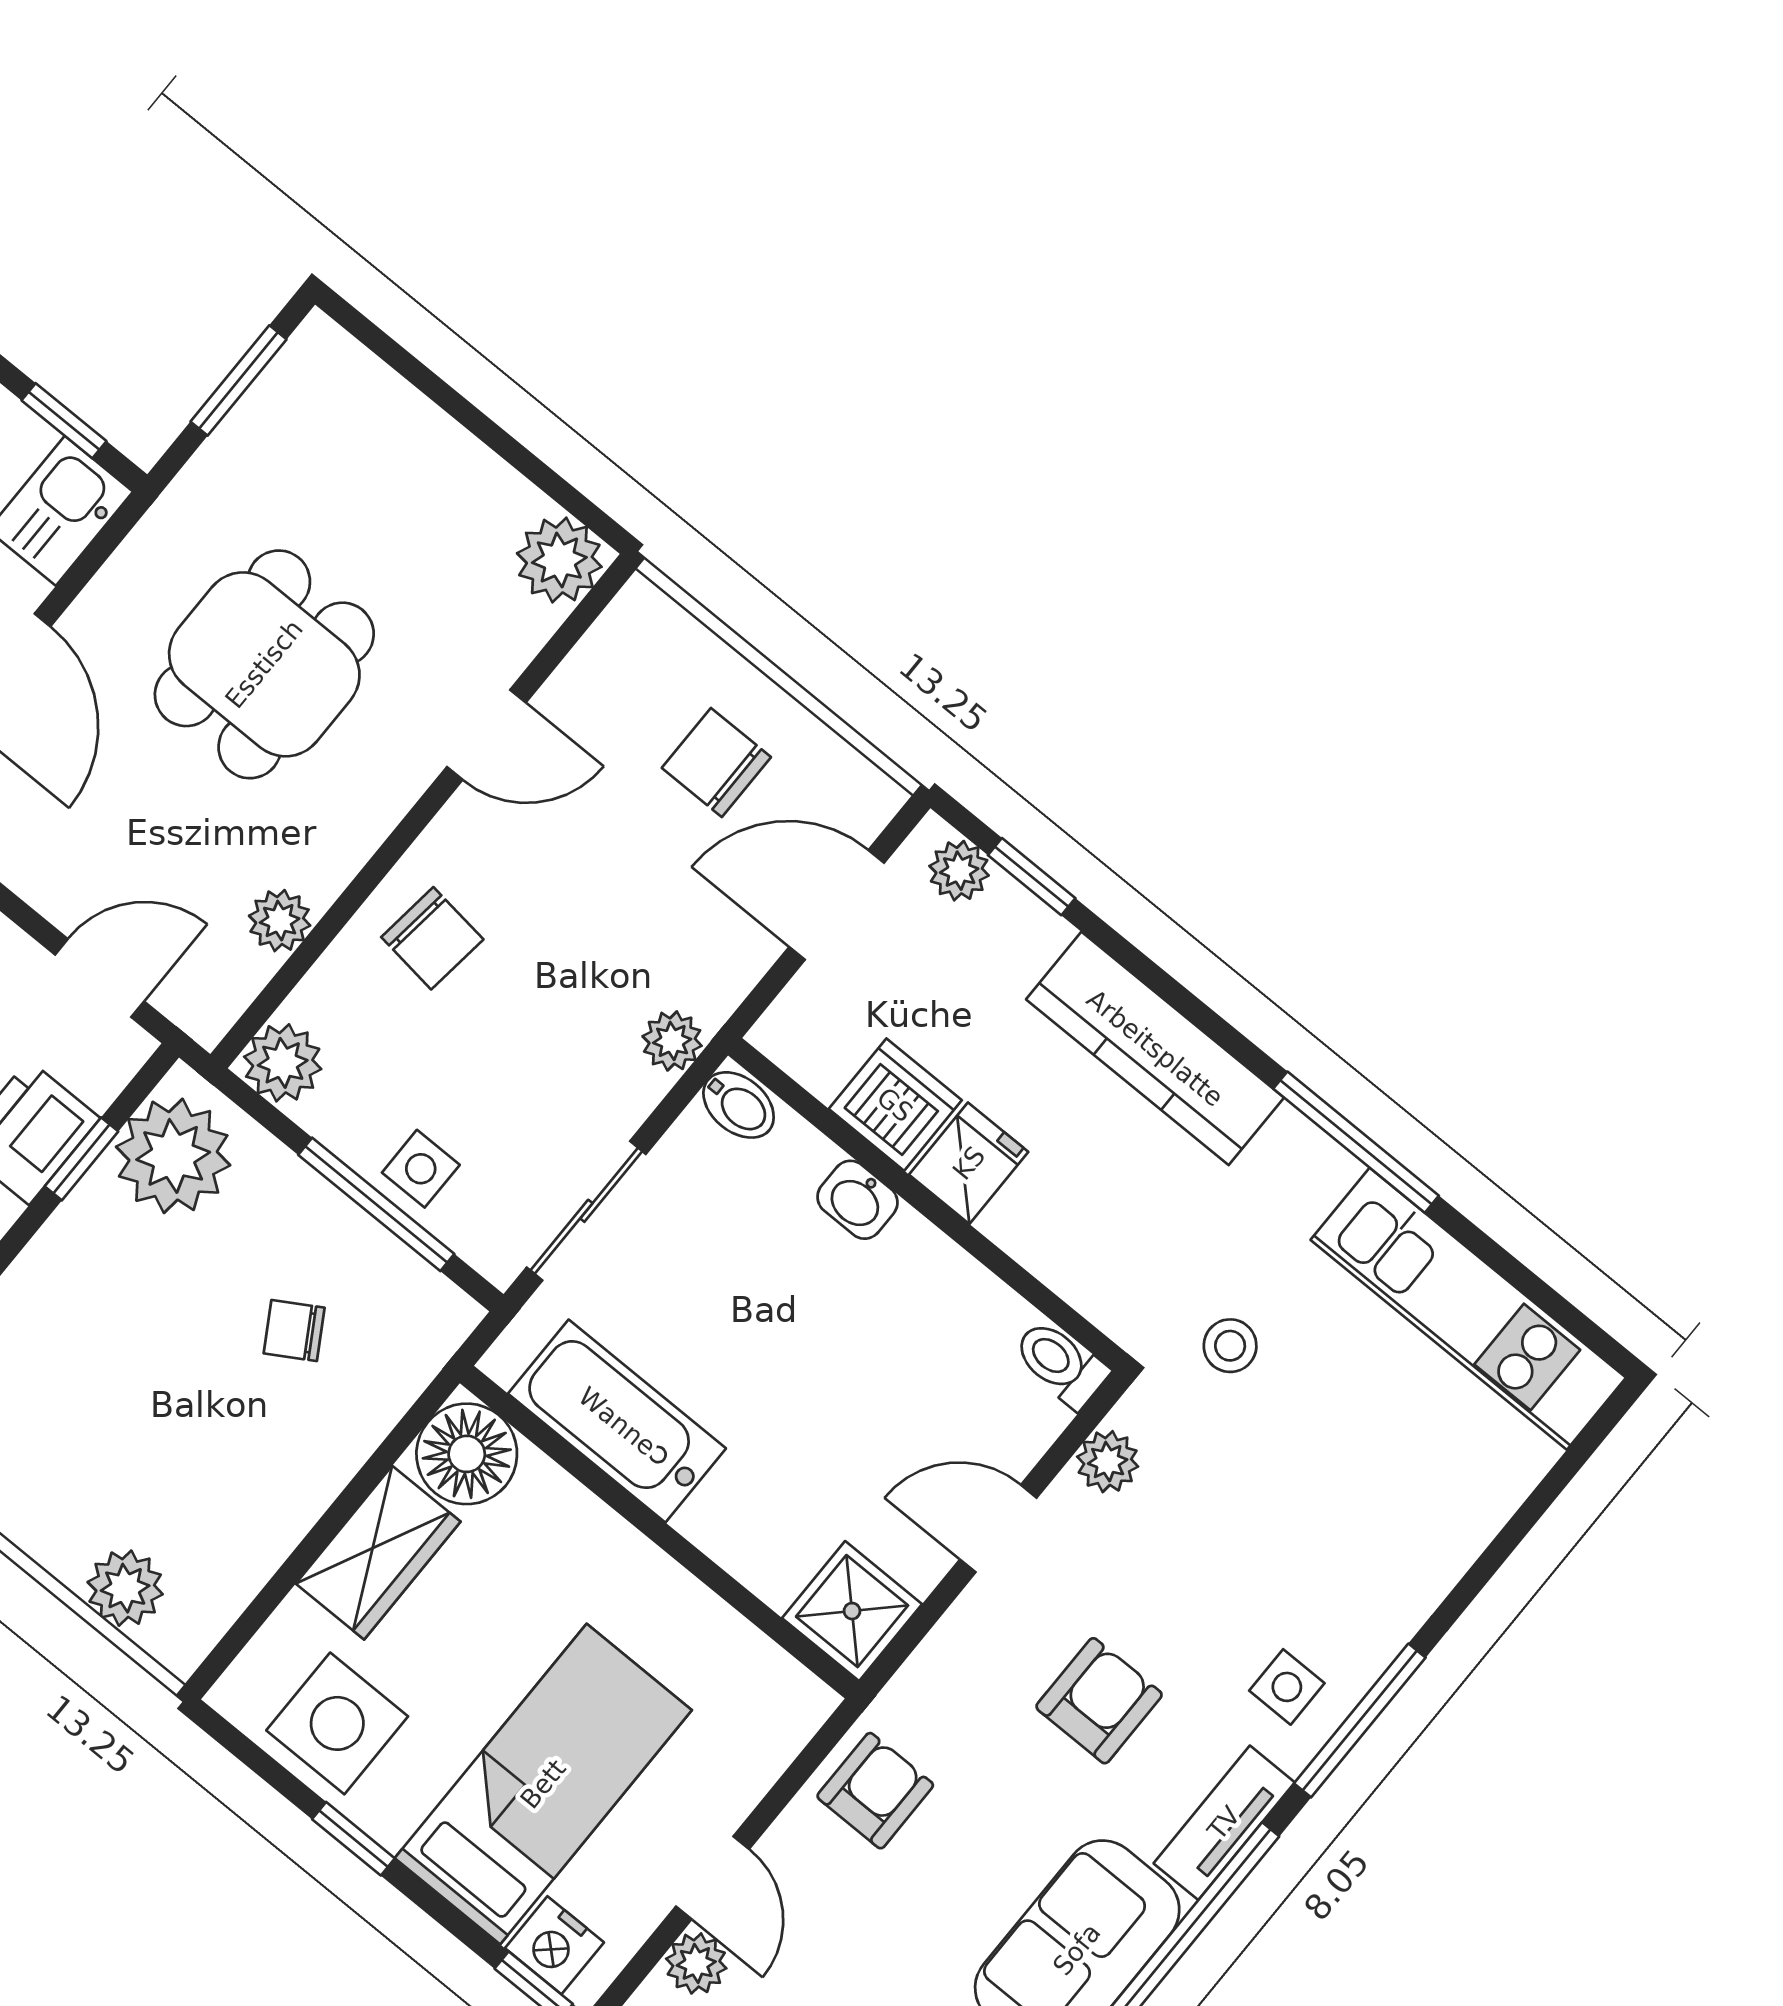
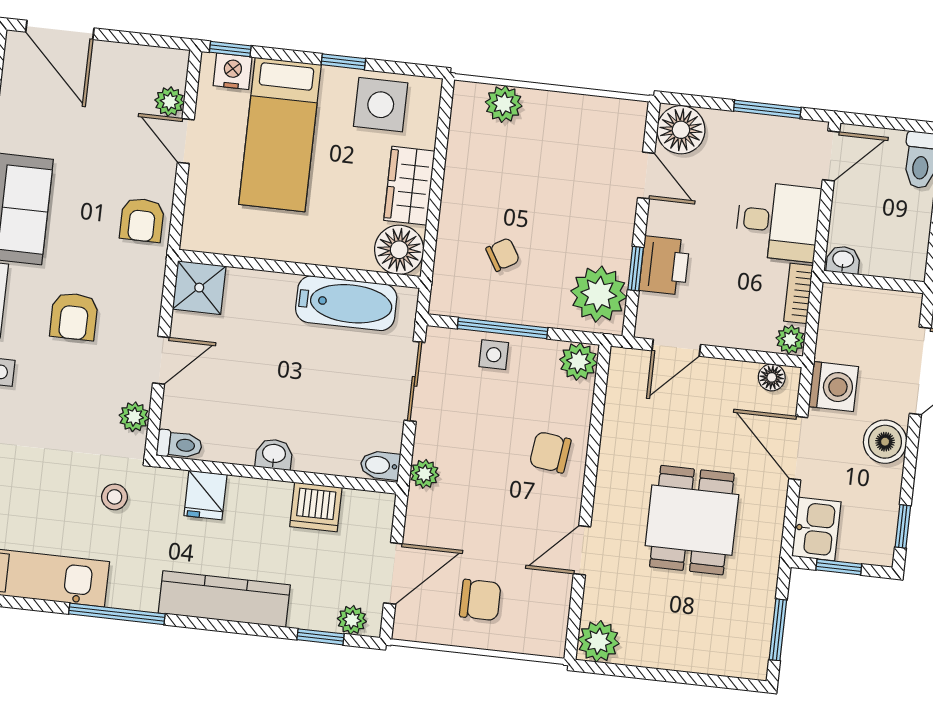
plant: (280, 921) -> (618, 419), removed
fridge: (969, 1163) -> (205, 495), moved
washbasin: (857, 1200) -> (274, 454), moved

